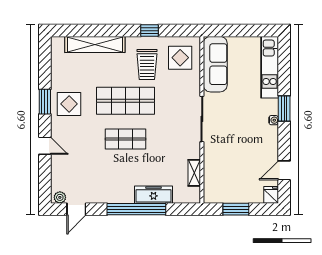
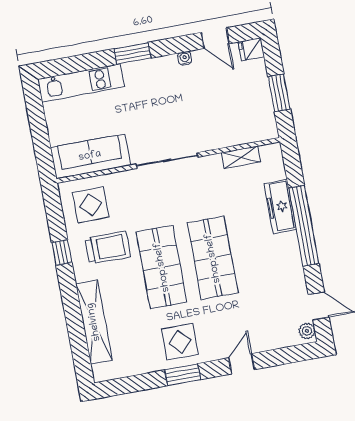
water cooler: (274, 120) -> (185, 58), moved
shop shelf: (126, 139) -> (213, 258), width x1.43, depth x1.36

